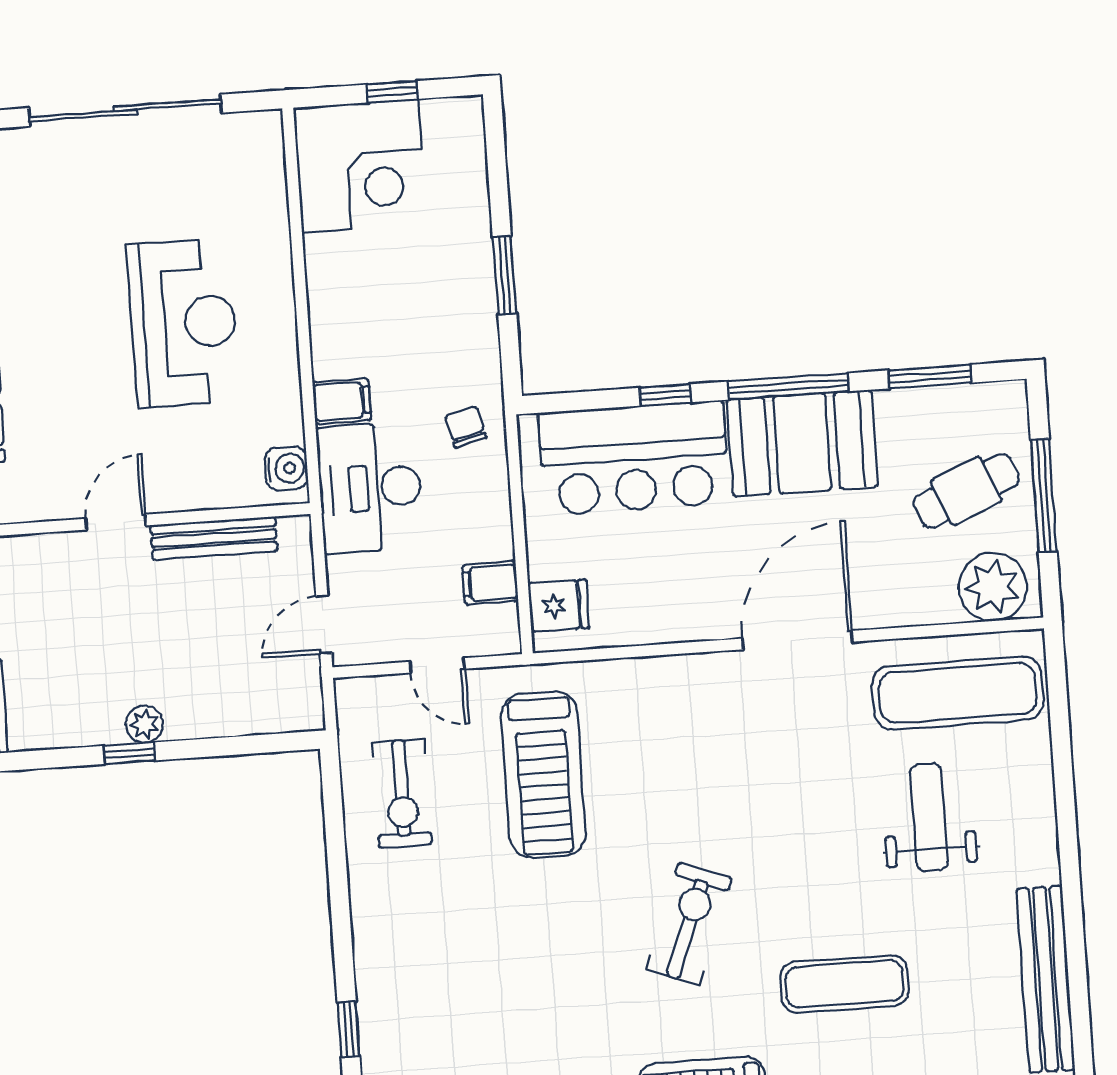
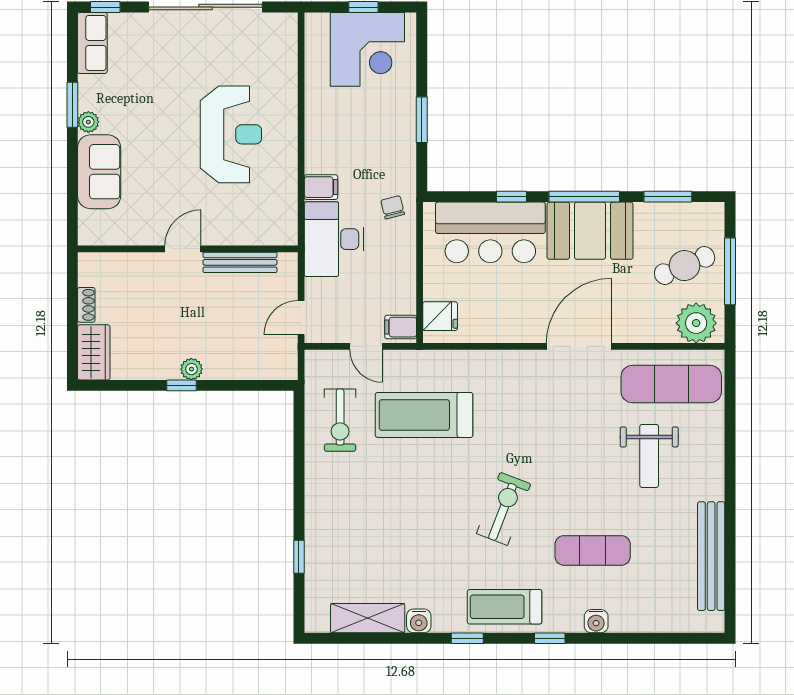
corner desk: (360, 166) -> (367, 49), moved
water cooler: (286, 468) -> (285, 224), removed
filing cabinet: (490, 583) -> (401, 327), moved
treadmill: (543, 774) -> (424, 415), turned 90
weight bench: (929, 817) -> (649, 456), turned 180

